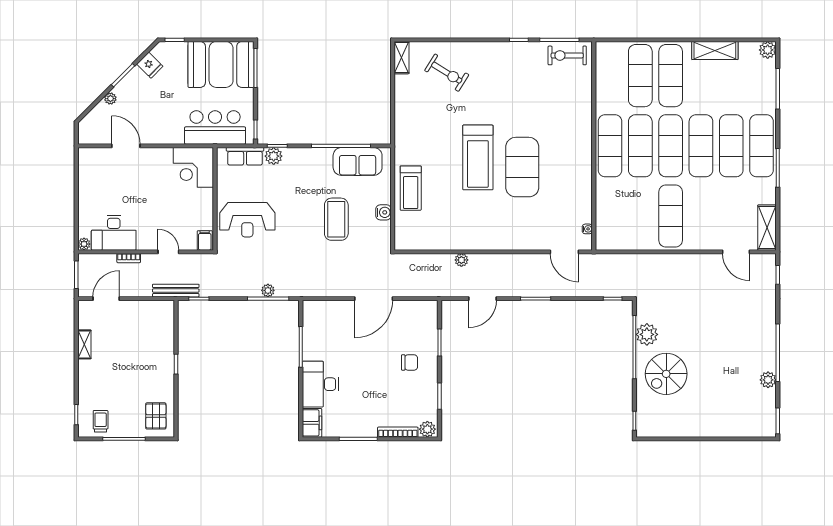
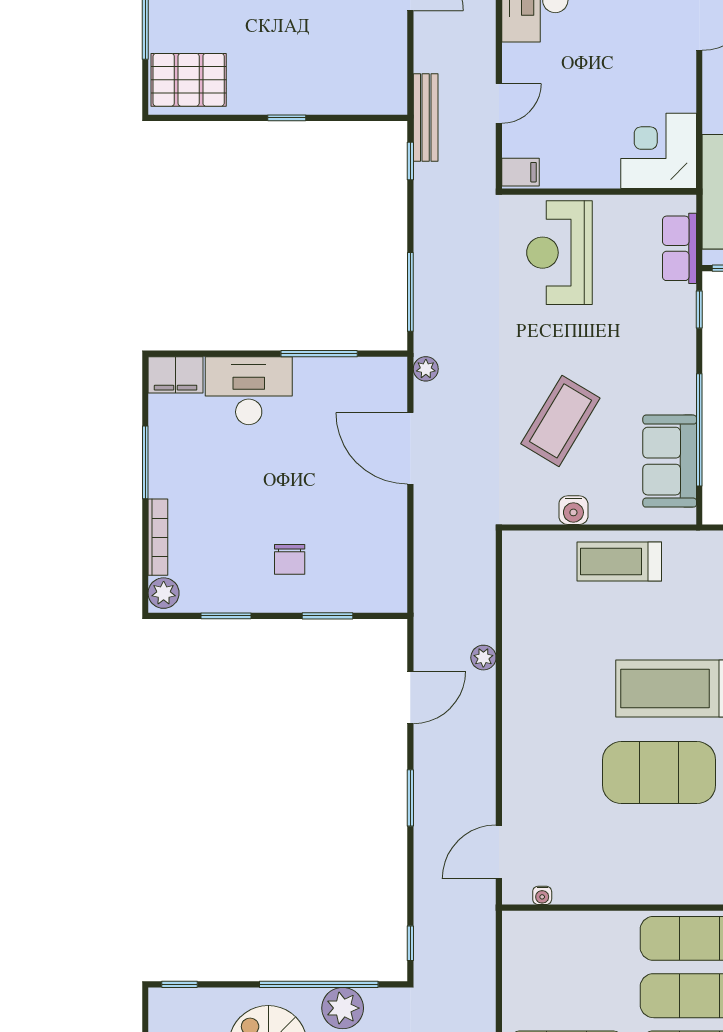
plant: (274, 156) -> (680, 302), removed
coffee table: (336, 219) -> (560, 421), turned -59
bookcase: (129, 258) -> (487, 28), removed
plant: (268, 290) -> (426, 369), moved
door: (374, 299) -> (410, 448), moved
door: (483, 299) -> (410, 697), swing flipped
pallet: (156, 416) -> (189, 80), width x1.50, depth x1.42

